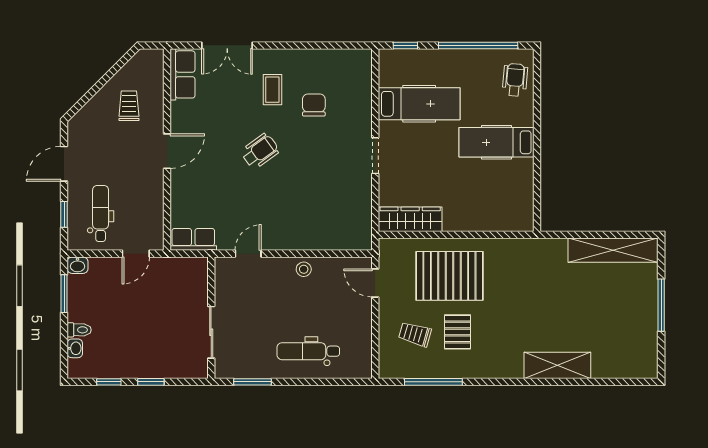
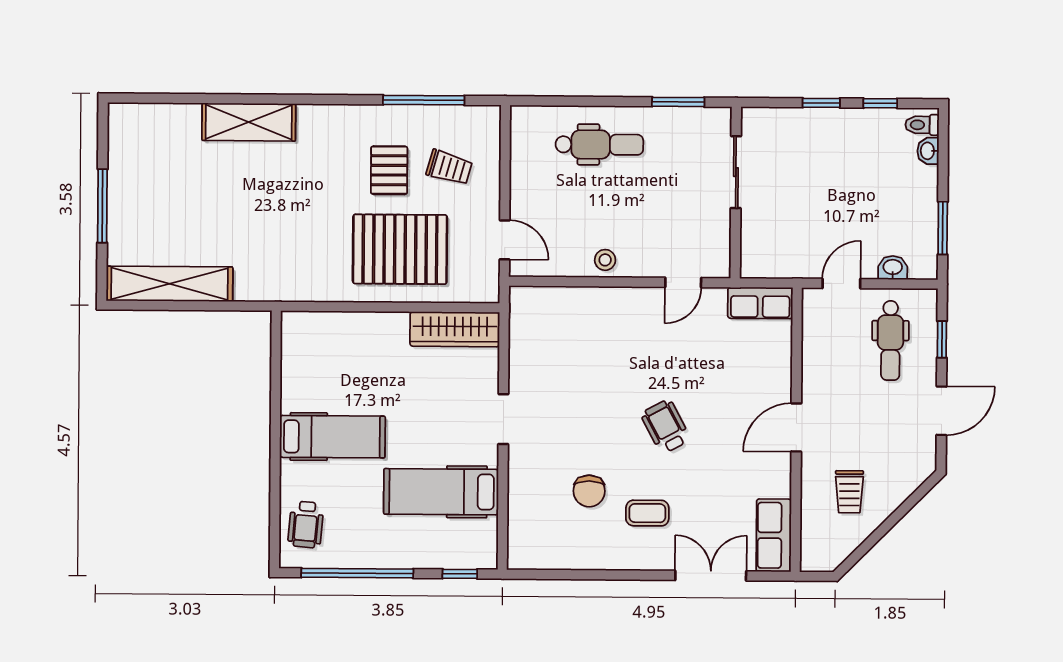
coffee table: (272, 90) -> (647, 513), turned 90
wheelchair: (260, 151) -> (666, 426), turned 98
washbasin: (78, 265) -> (893, 268), moved
toilet: (79, 330) -> (922, 125), moved

